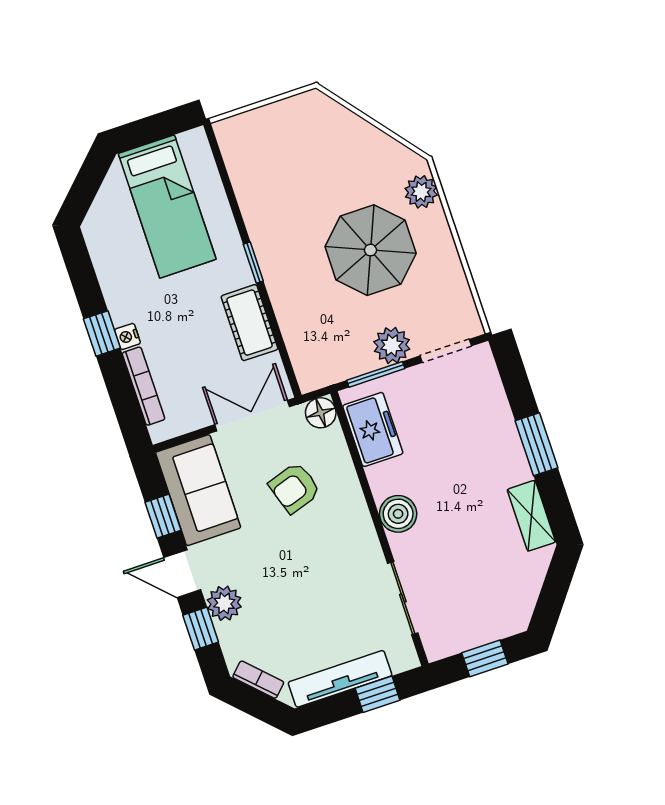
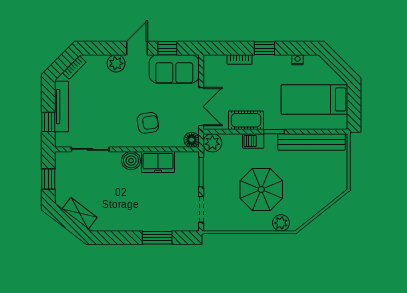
bench: (249, 185) -> (312, 142), added
barbecue: (284, 296) -> (253, 141), added
nightstand: (127, 336) -> (298, 60), moved
plant: (392, 345) -> (212, 143), moved
bookcase: (143, 386) -> (240, 59), width x0.64
freezer: (373, 429) -> (158, 162), moved
window: (537, 444) -> (157, 238), moved
armchair: (295, 488) -> (148, 123), moved, turned 99
shelving: (531, 516) -> (80, 213), moved, turned 37
window: (201, 629) -> (108, 48), removed

